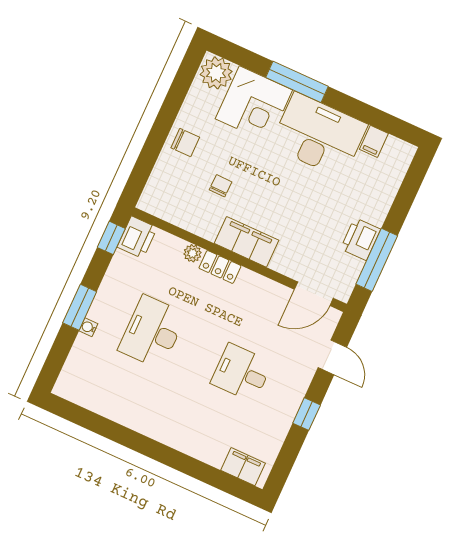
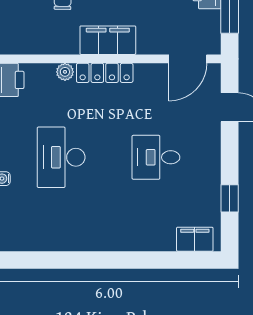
locker: (220, 267) -> (105, 73), width x1.53
window: (307, 414) -> (230, 198), moved

